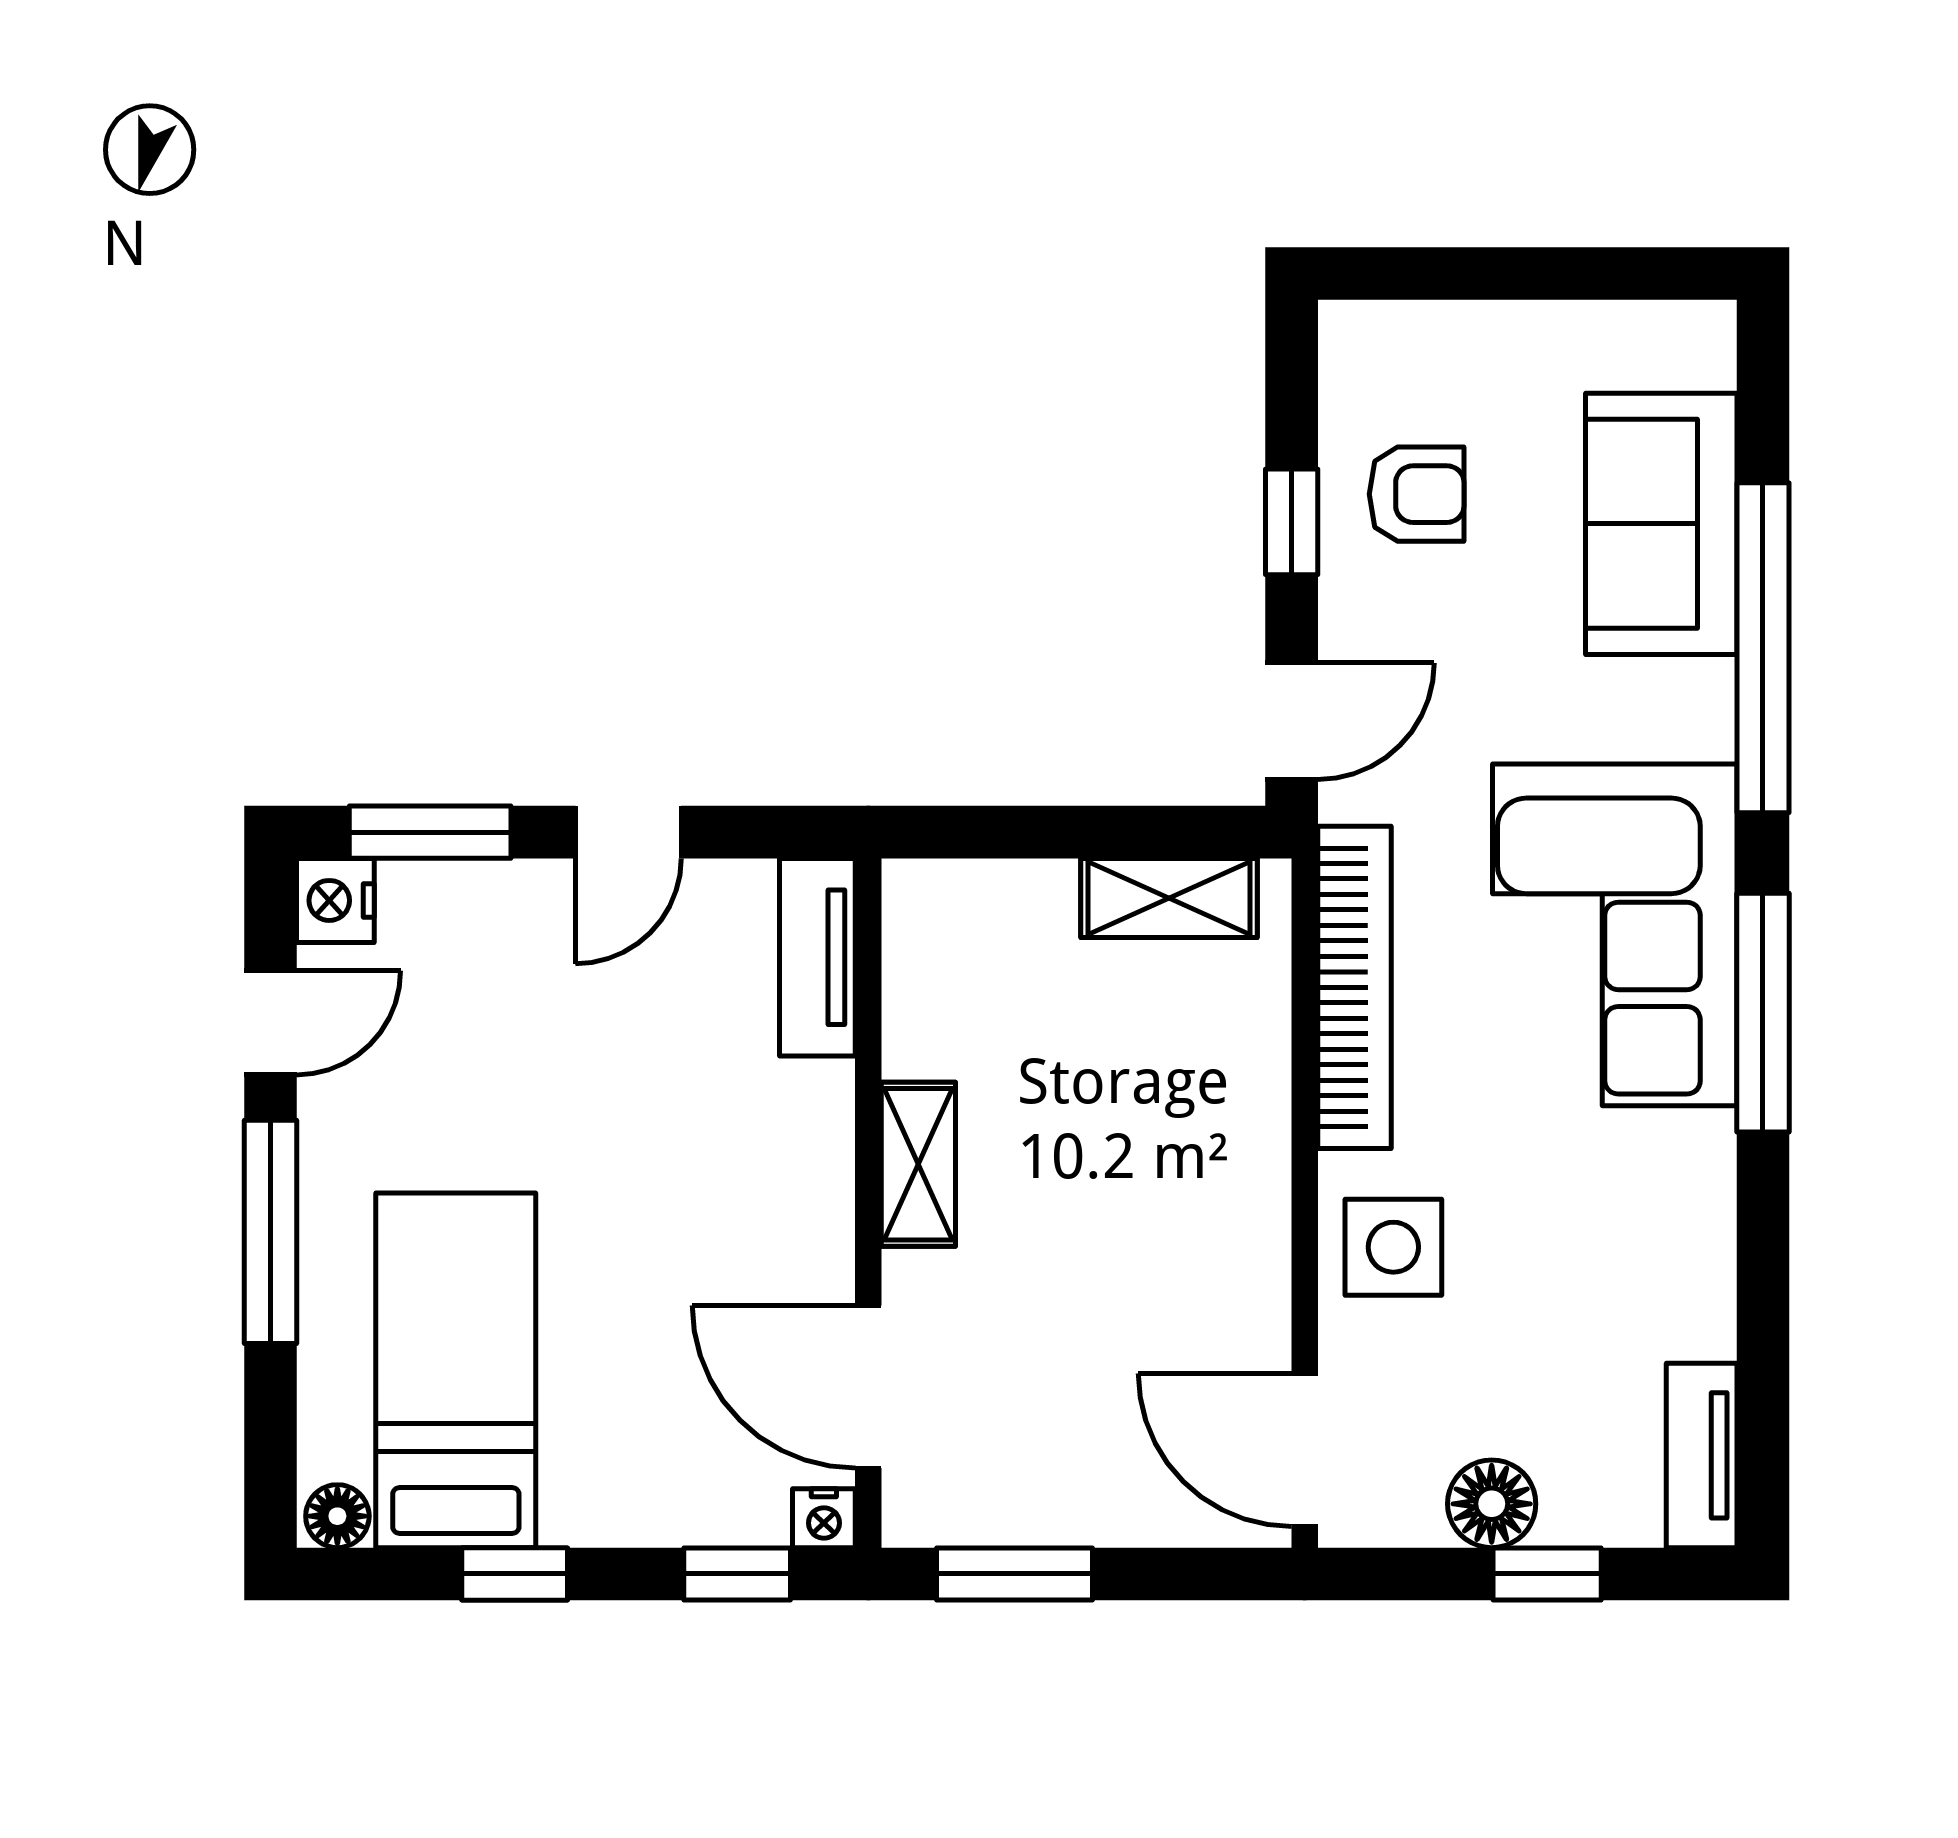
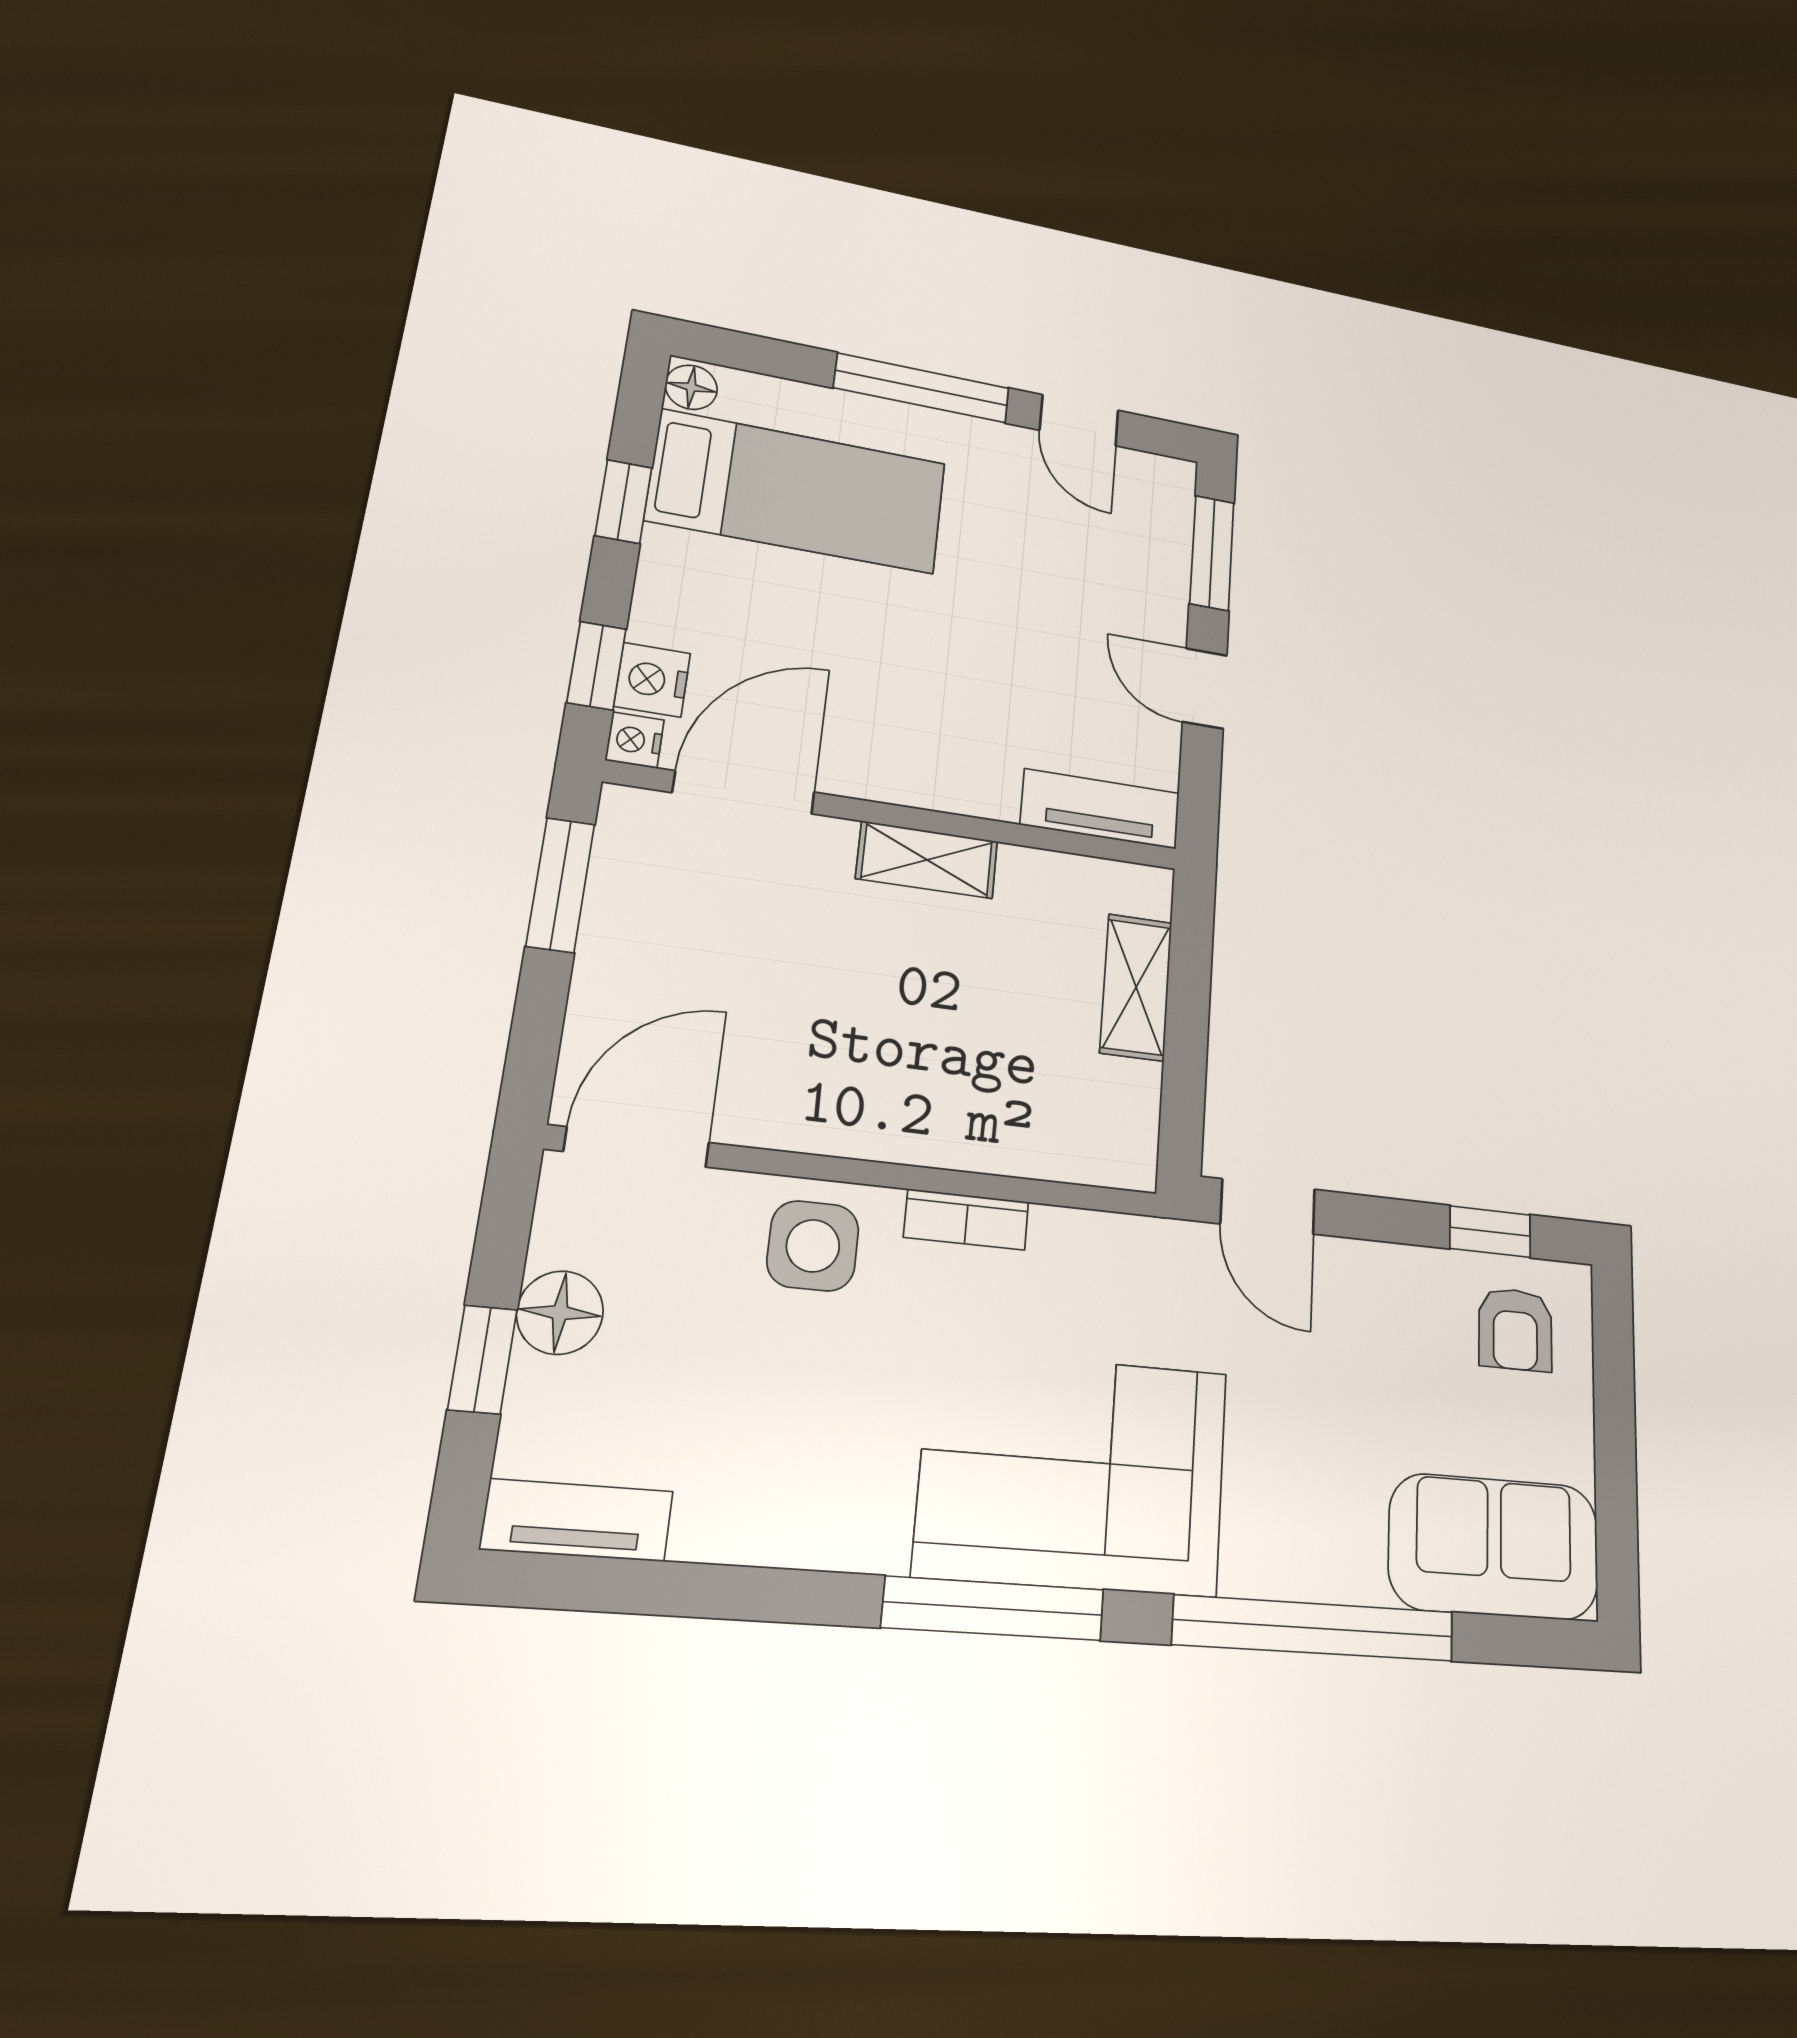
armchair: (1417, 494) -> (1515, 1329), moved
window: (1292, 522) -> (1490, 1232), moved
sofa: (1661, 524) -> (1494, 1547), moved
shelving: (1169, 898) -> (1136, 987), moved
nightstand: (335, 900) -> (652, 680), moved, turned -90
bookcase: (1354, 987) -> (967, 1220), width x0.43, depth x0.76

